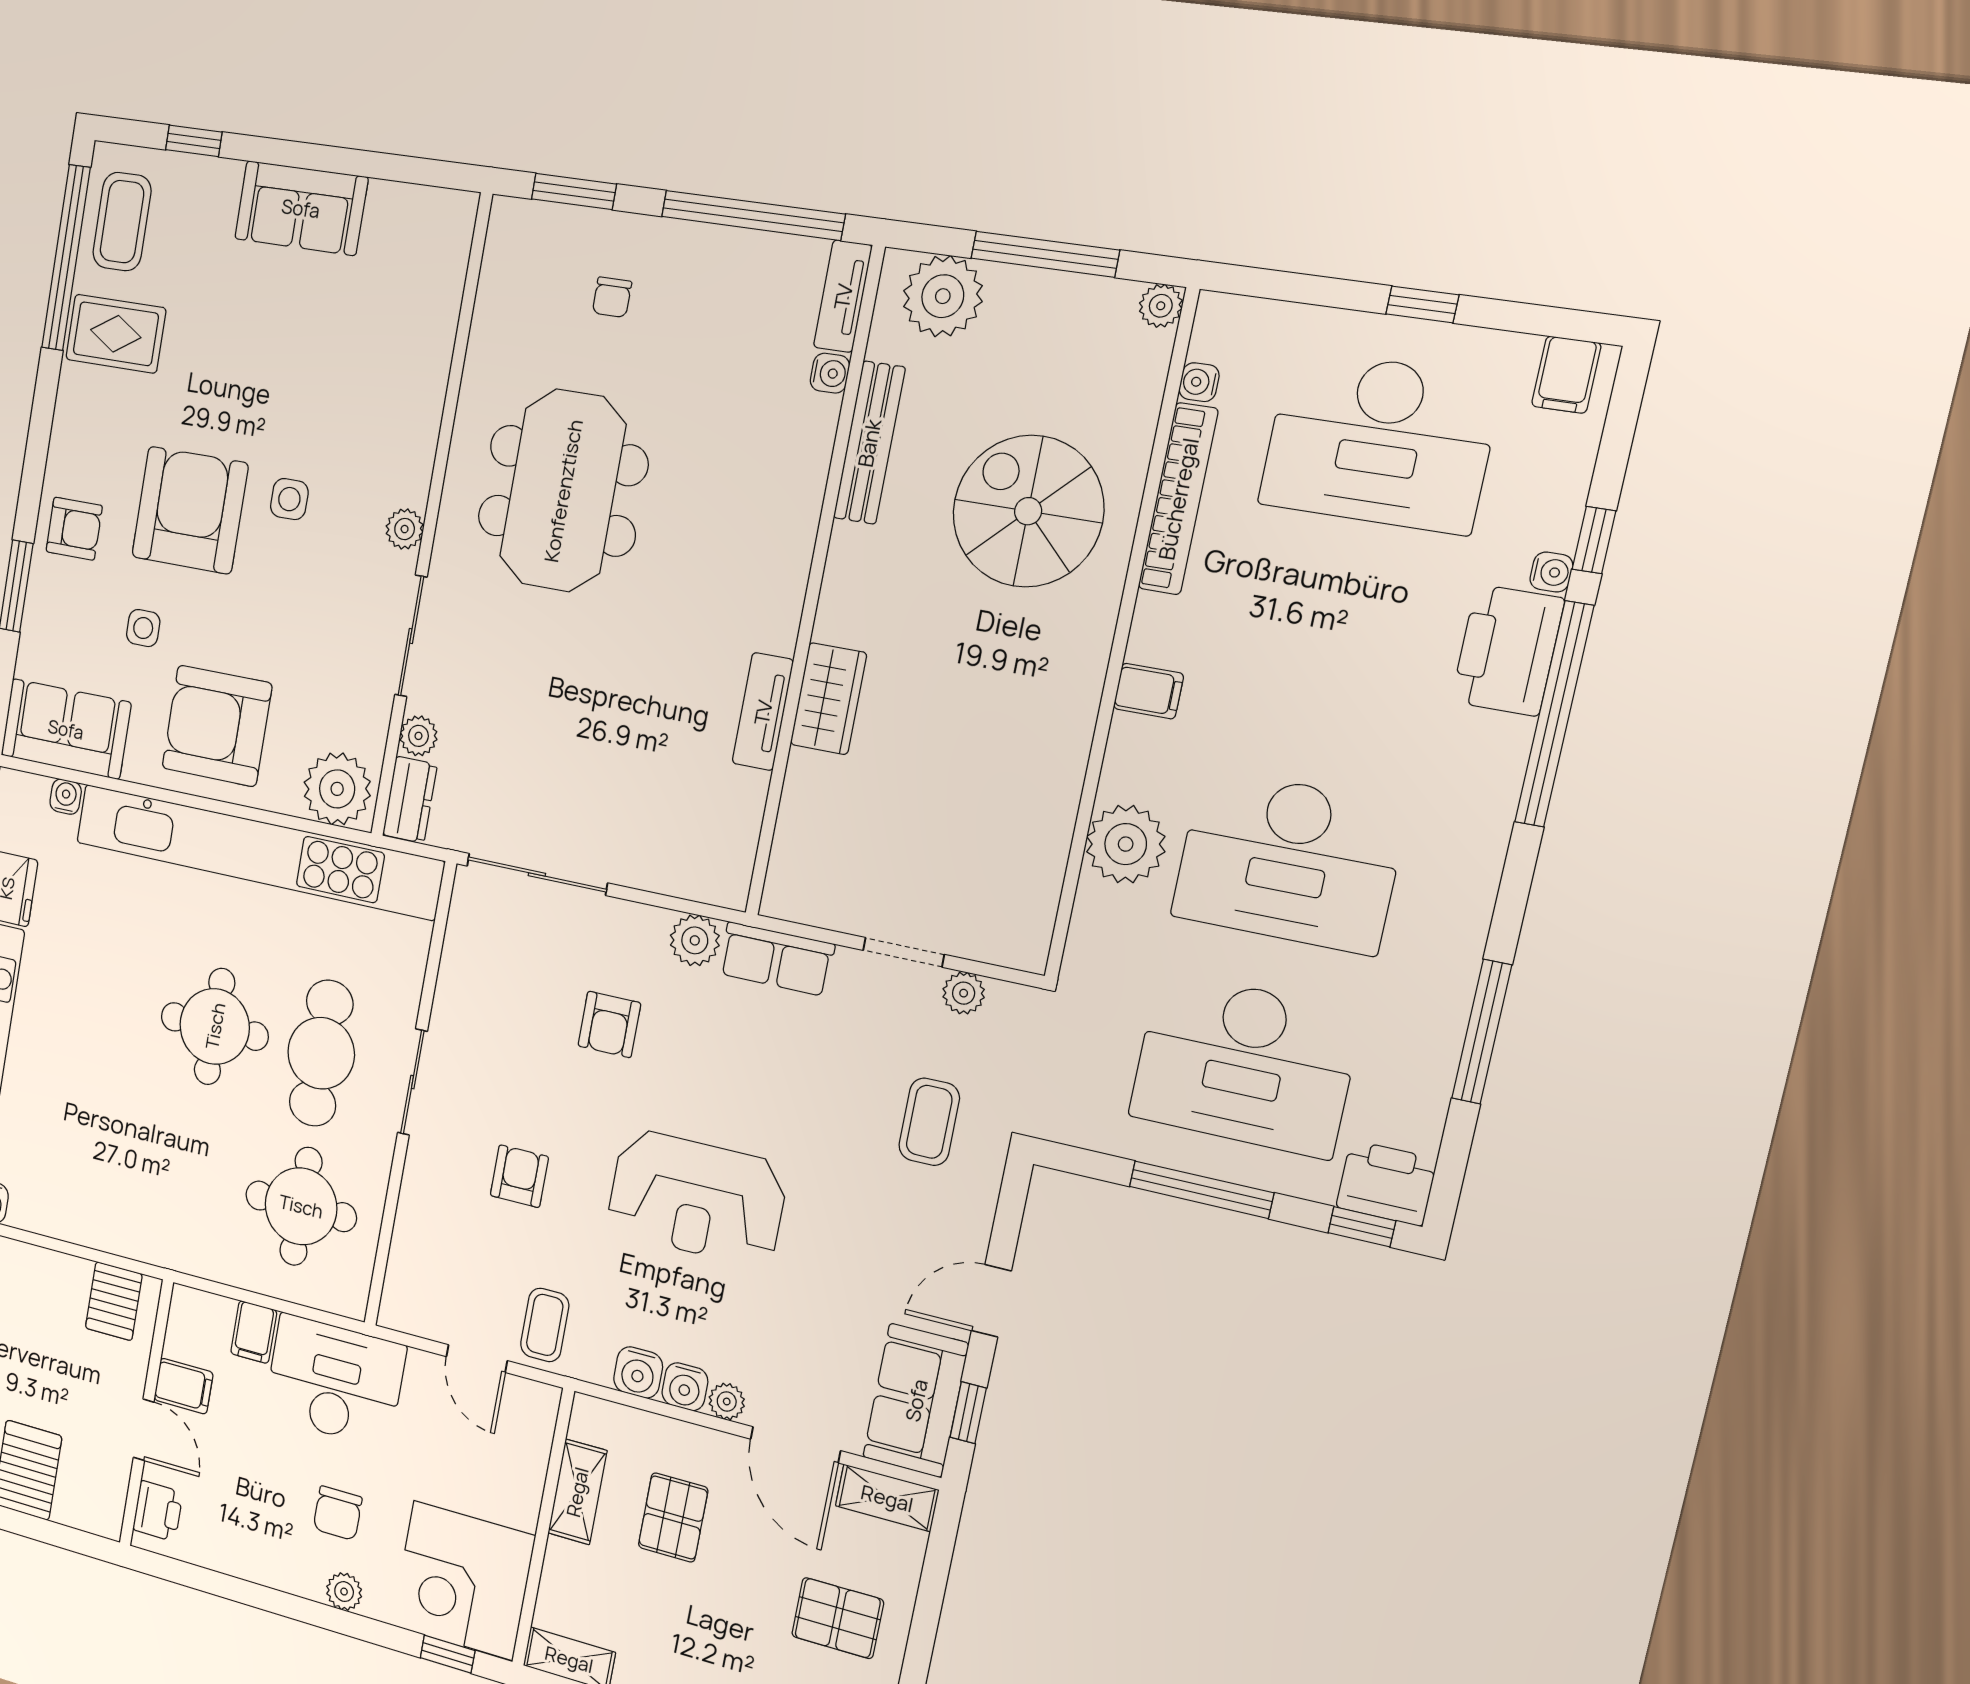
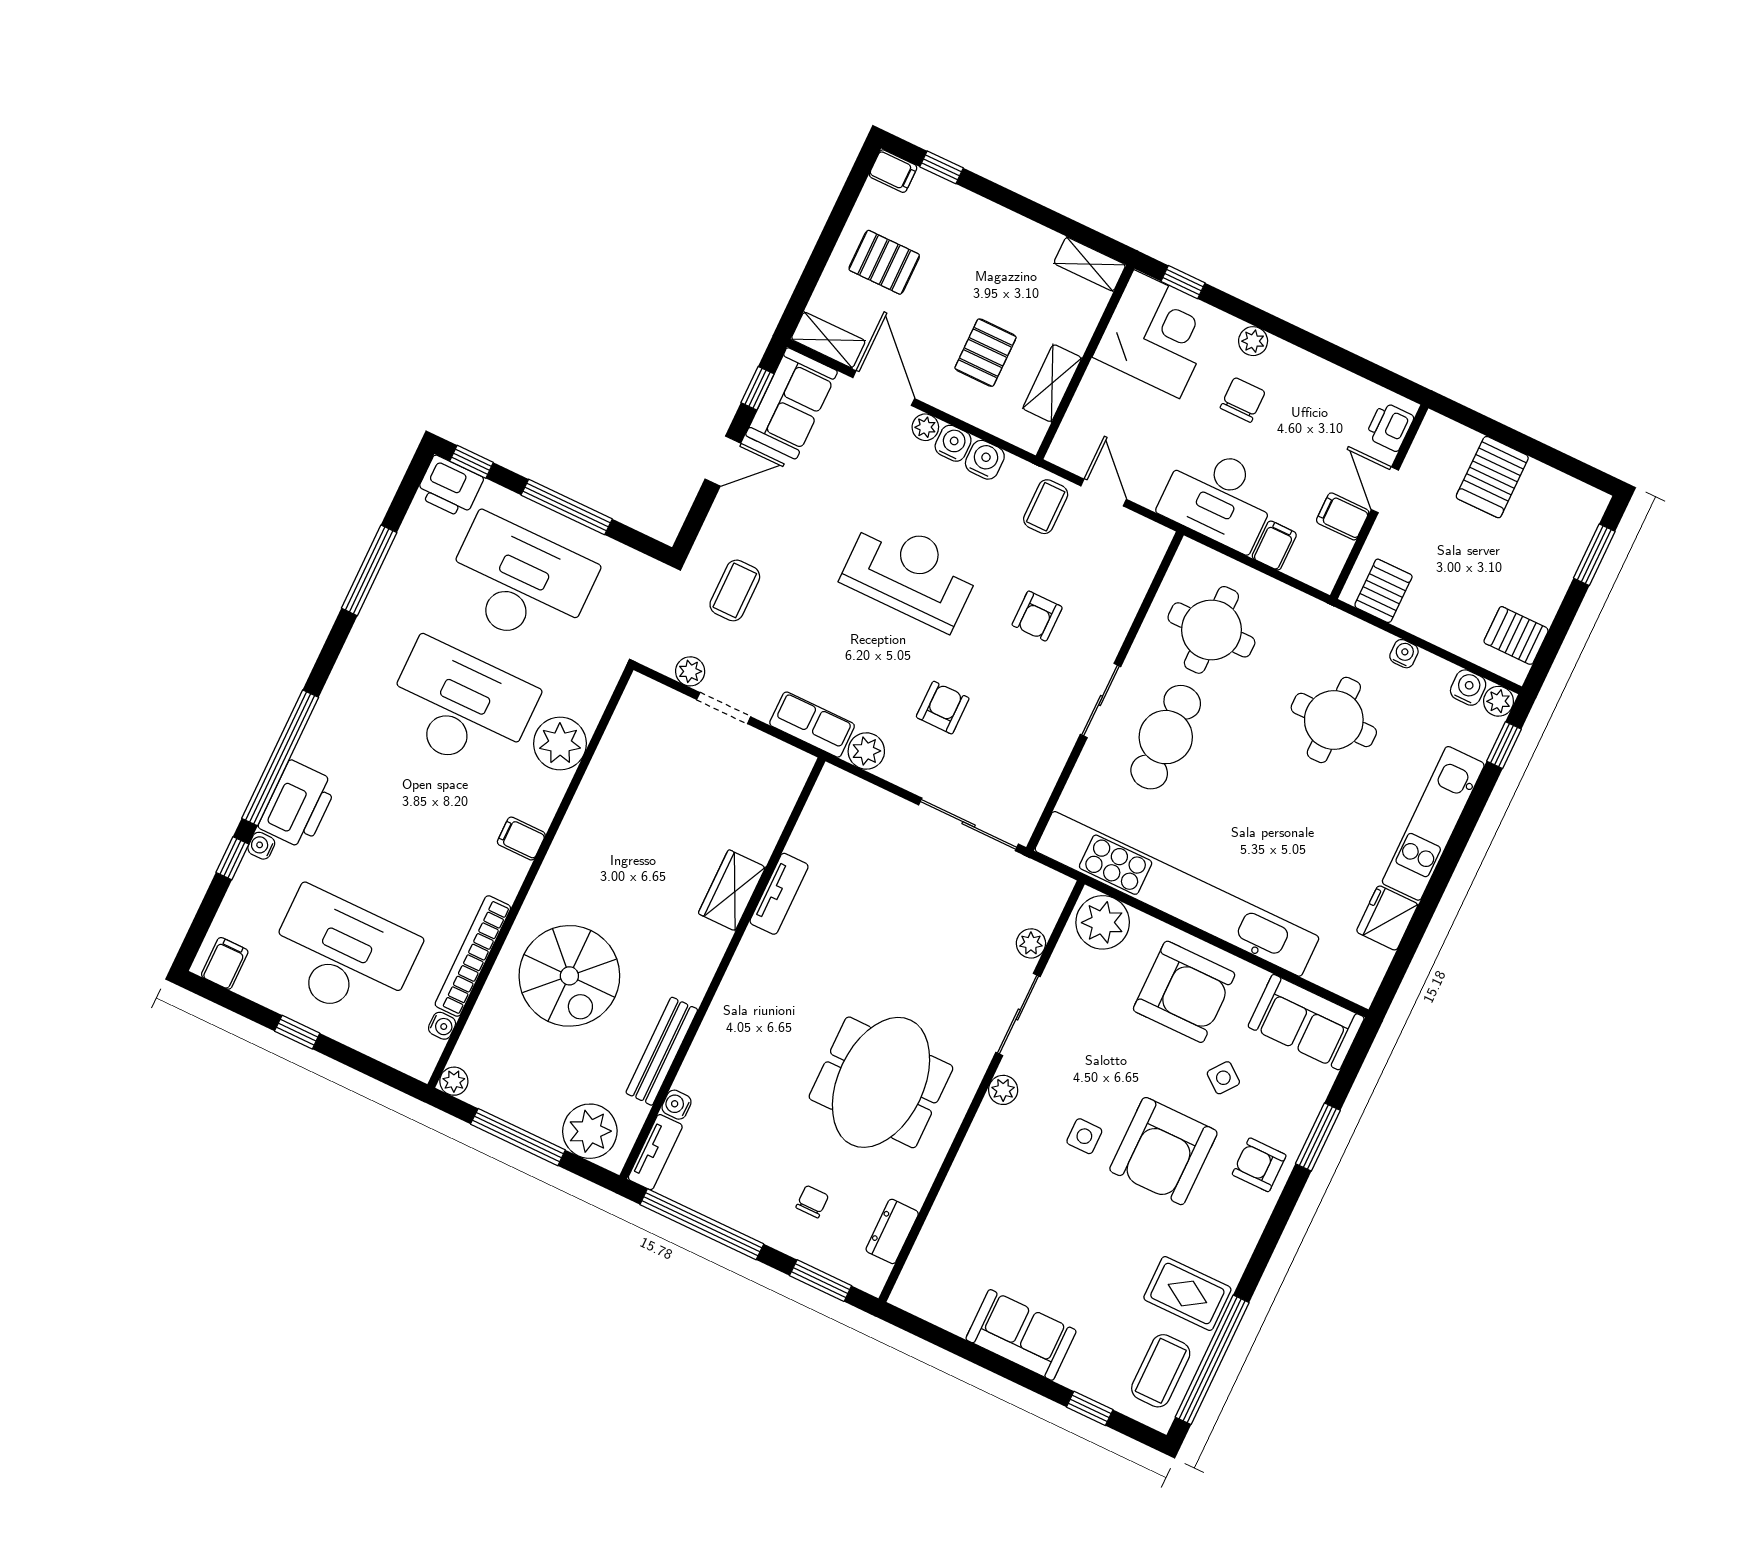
side table: (143, 628) -> (1223, 1078), turned 38
water cooler: (66, 797) -> (1404, 654), moved, turned 180
dresser: (410, 800) -> (892, 1231), moved
round table: (215, 1026) -> (1334, 720), moved

